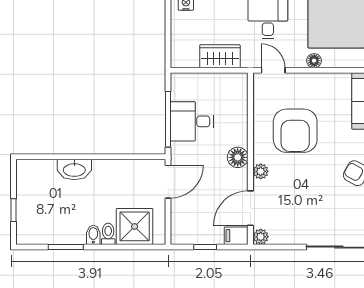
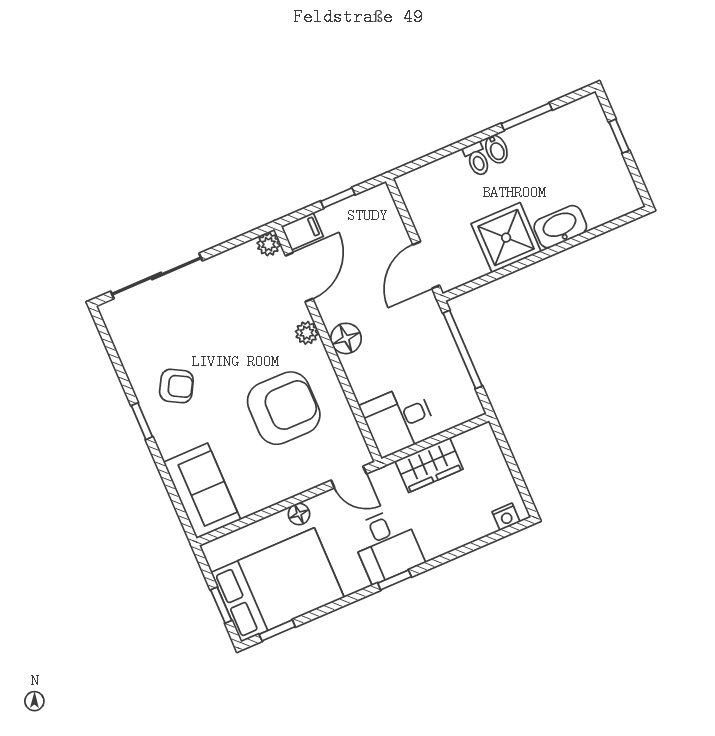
desk: (192, 121) -> (399, 420), moved, turned 180
armchair: (295, 131) -> (284, 408), turned 90
shower: (135, 226) -> (506, 238), moved

